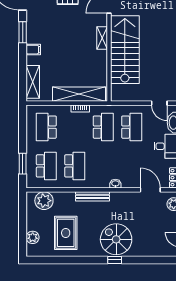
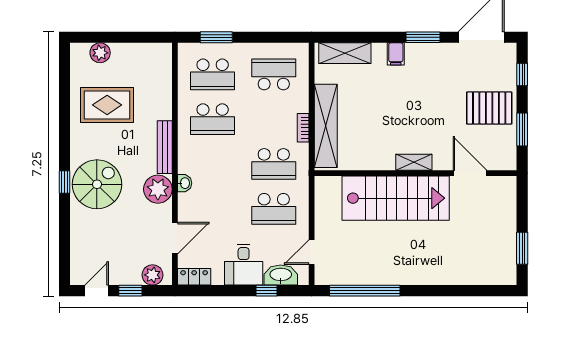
plant: (44, 201) -> (158, 189), moved

